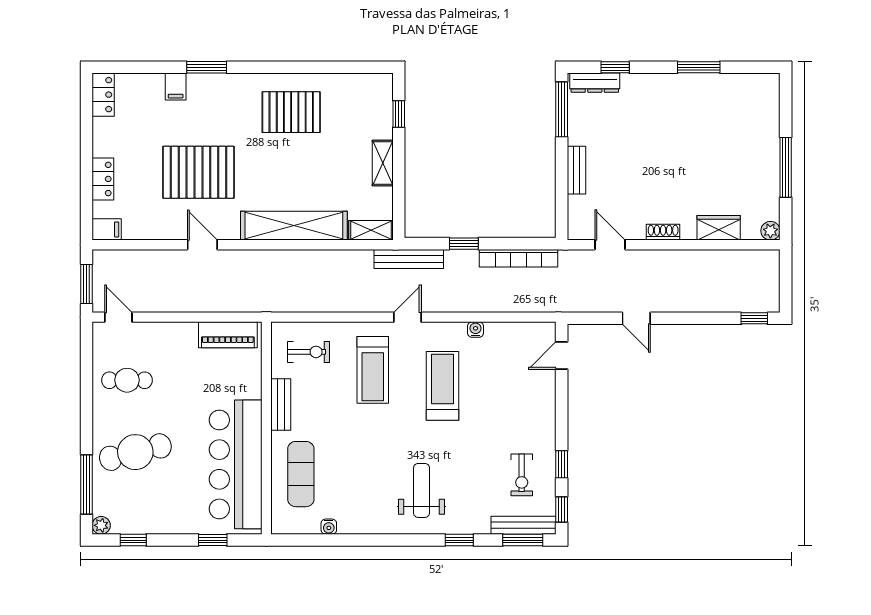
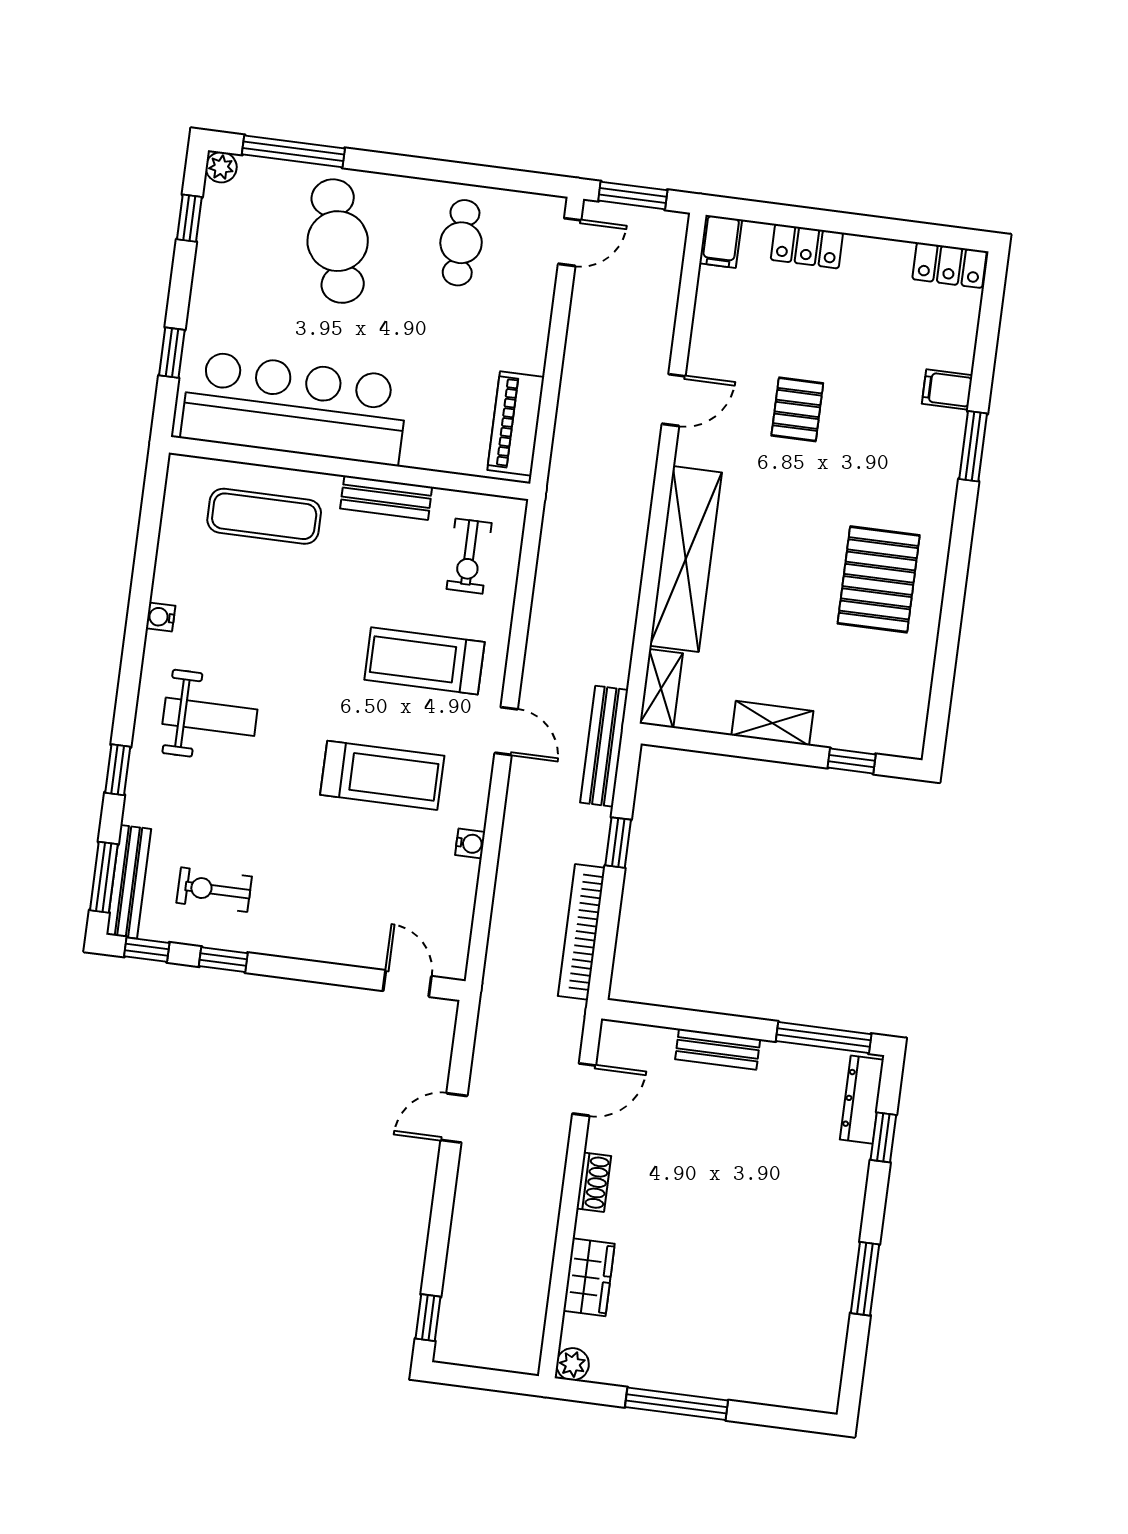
pallet: (198, 172) -> (797, 409), width x0.49, depth x0.50
water cooler: (329, 527) -> (161, 617), moved

